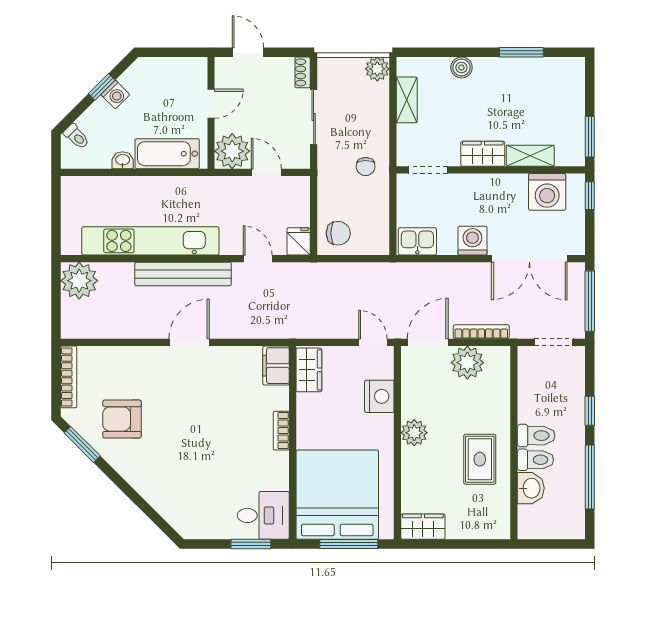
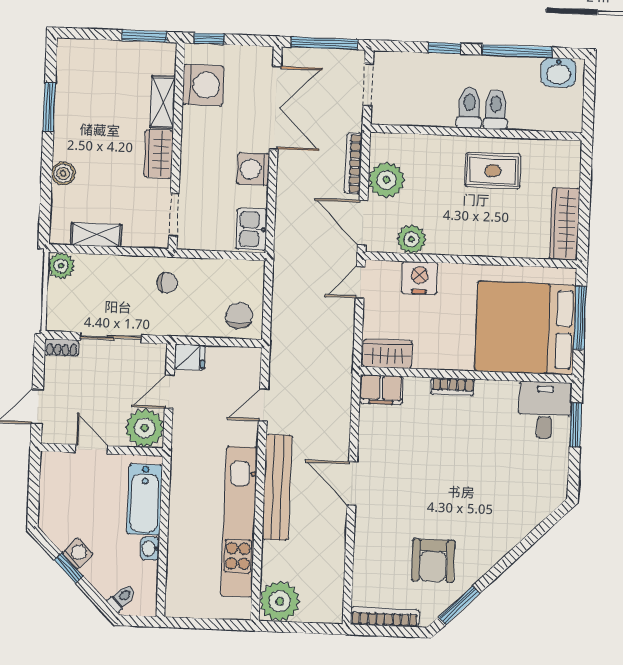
fridge: (299, 241) -> (190, 357), moved, turned 180
plant: (414, 433) -> (412, 239), moved
washbasin: (531, 488) -> (559, 72), moved, turned 180
wardrobe: (423, 527) -> (565, 224), width x1.50

